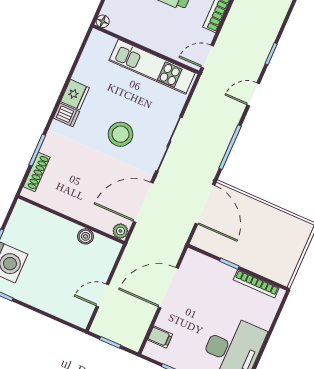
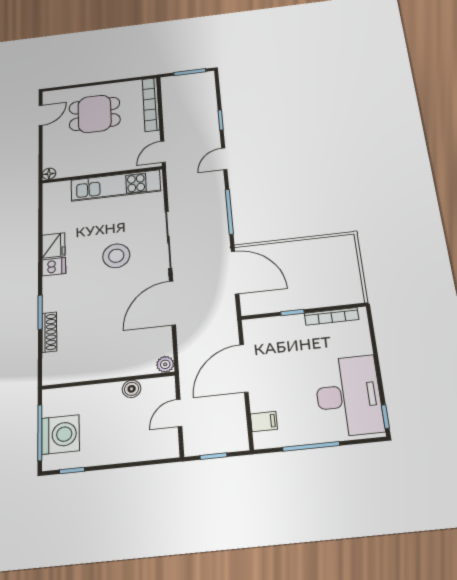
wall: (71, 220) -> (108, 381), moved
plant: (120, 231) -> (165, 364), moved
boiler: (86, 236) -> (132, 389), moved

